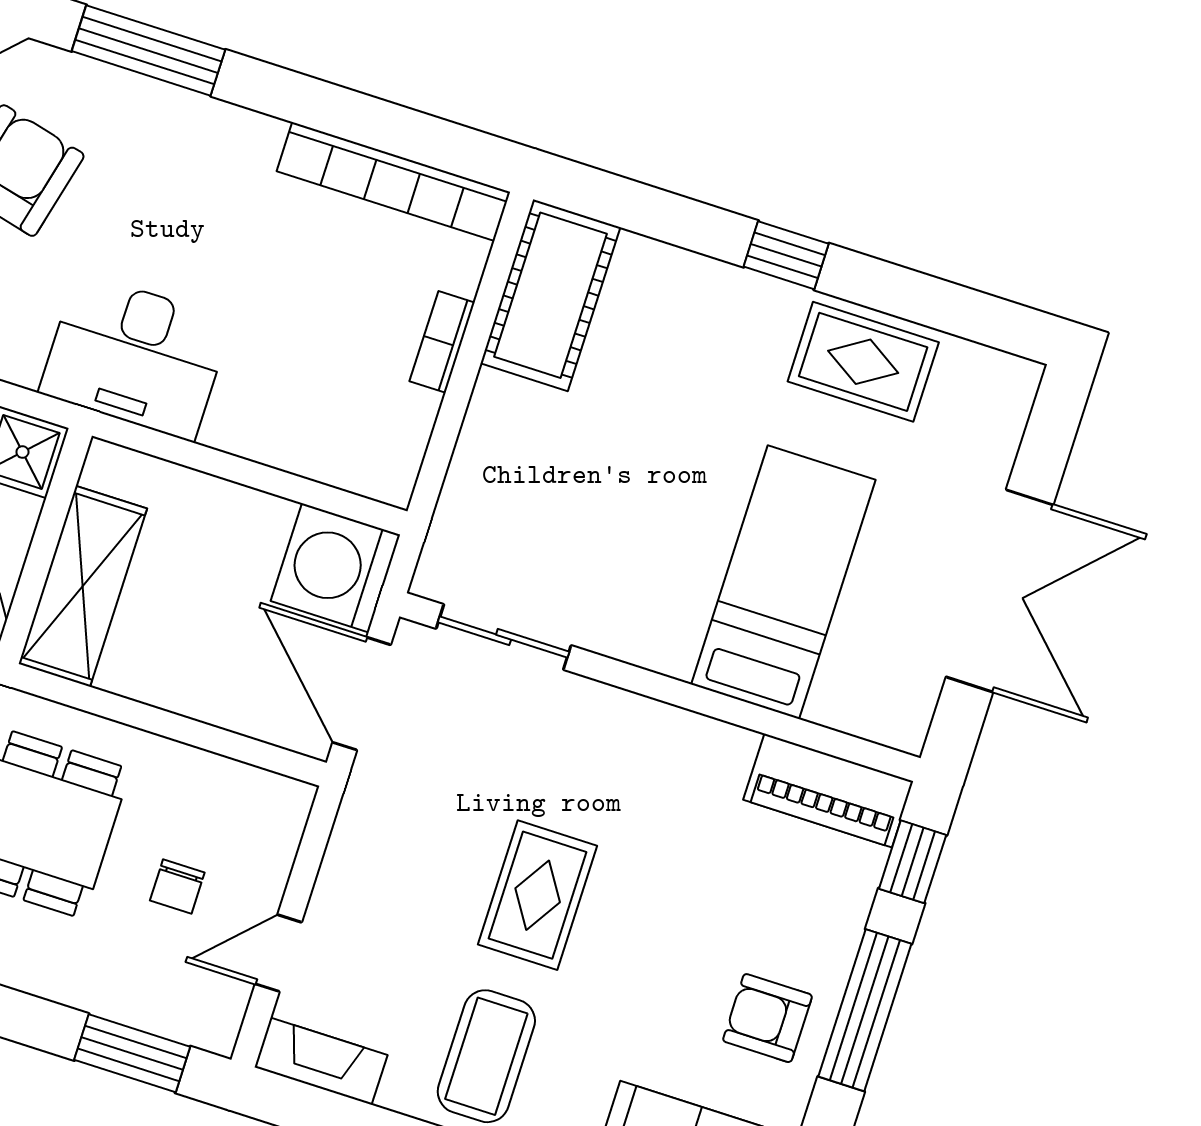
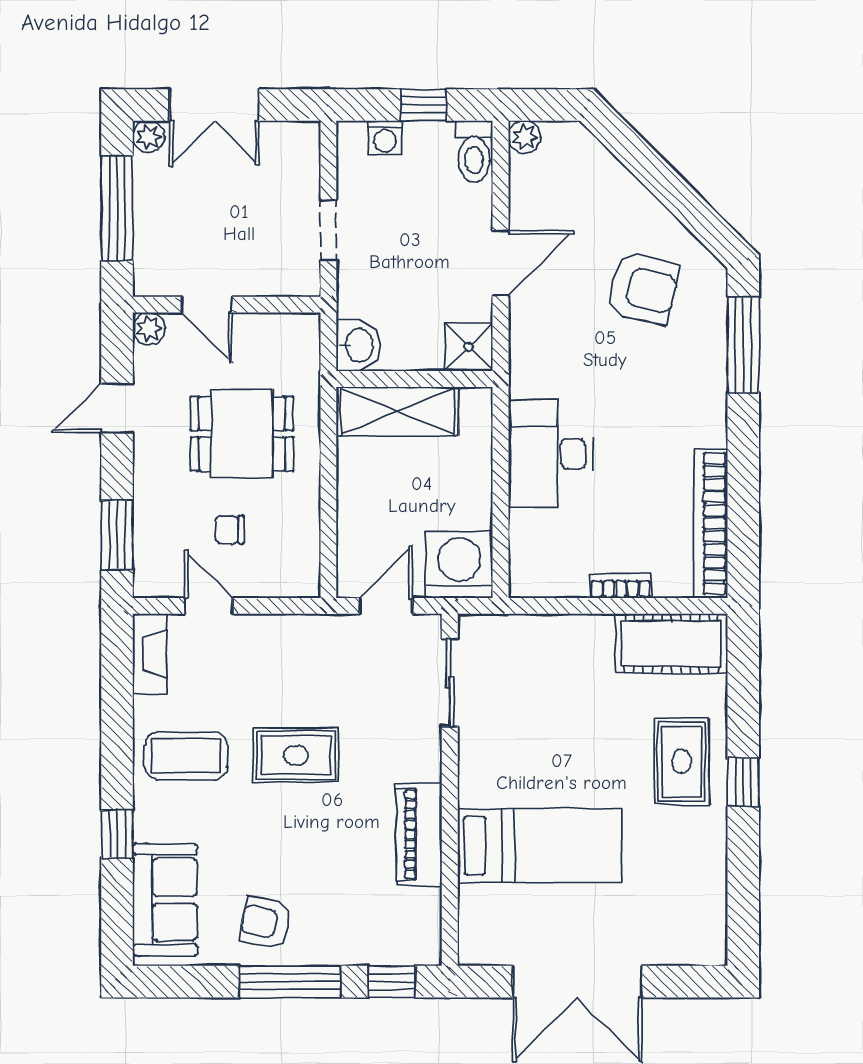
desk: (135, 356) -> (551, 454), moved
rug: (863, 362) -> (682, 762), moved
door: (362, 694) -> (386, 606), width x0.73
piano: (828, 791) -> (419, 834), moved
armchair: (767, 1018) -> (266, 923), turned -79

